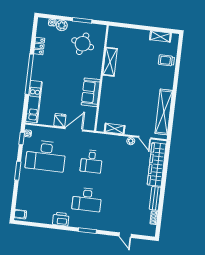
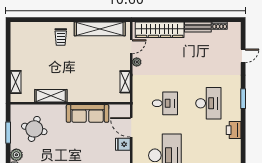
shelving: (160, 36) -> (16, 82), moved
trolley: (166, 60) -> (61, 37), moved
sofa: (91, 92) -> (88, 113), width x1.36

